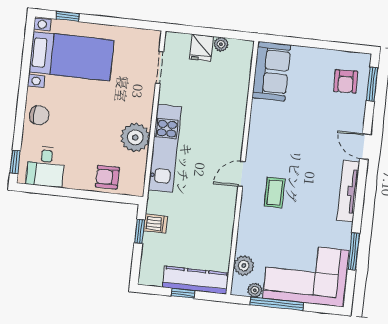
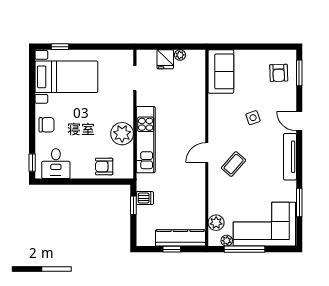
side table: (306, 135) -> (253, 118), added
coffee table: (275, 192) -> (234, 164), turned 41

